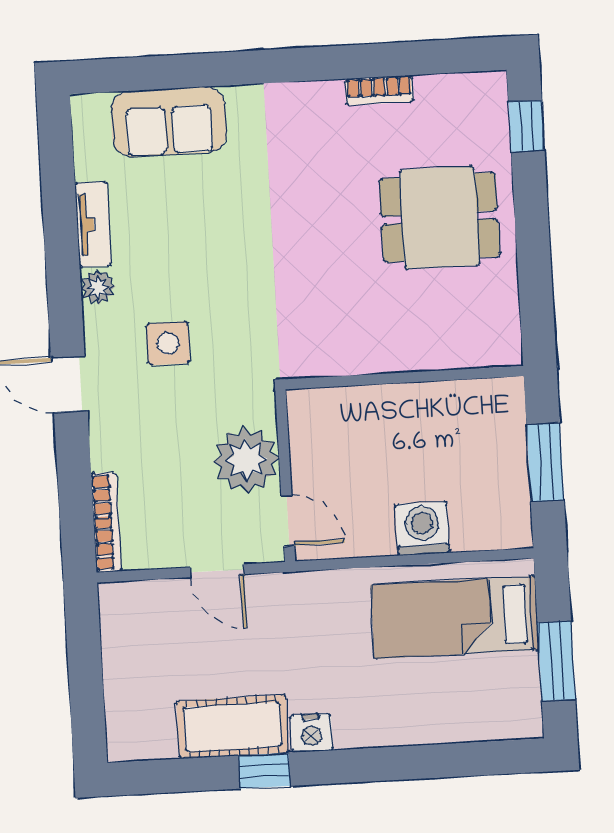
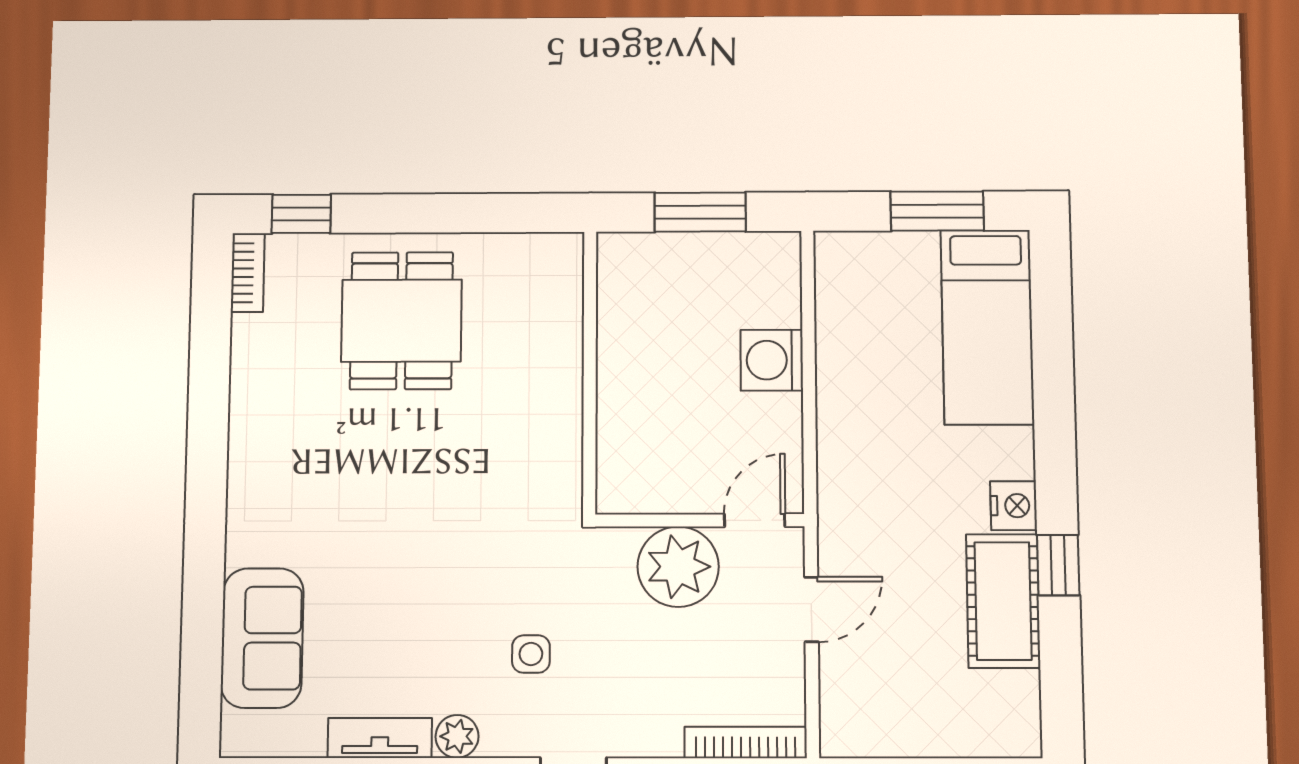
bookcase: (379, 90) -> (248, 273), moved
side table: (168, 343) -> (531, 654), width x0.73, depth x0.73
bed: (455, 617) -> (987, 327), moved

